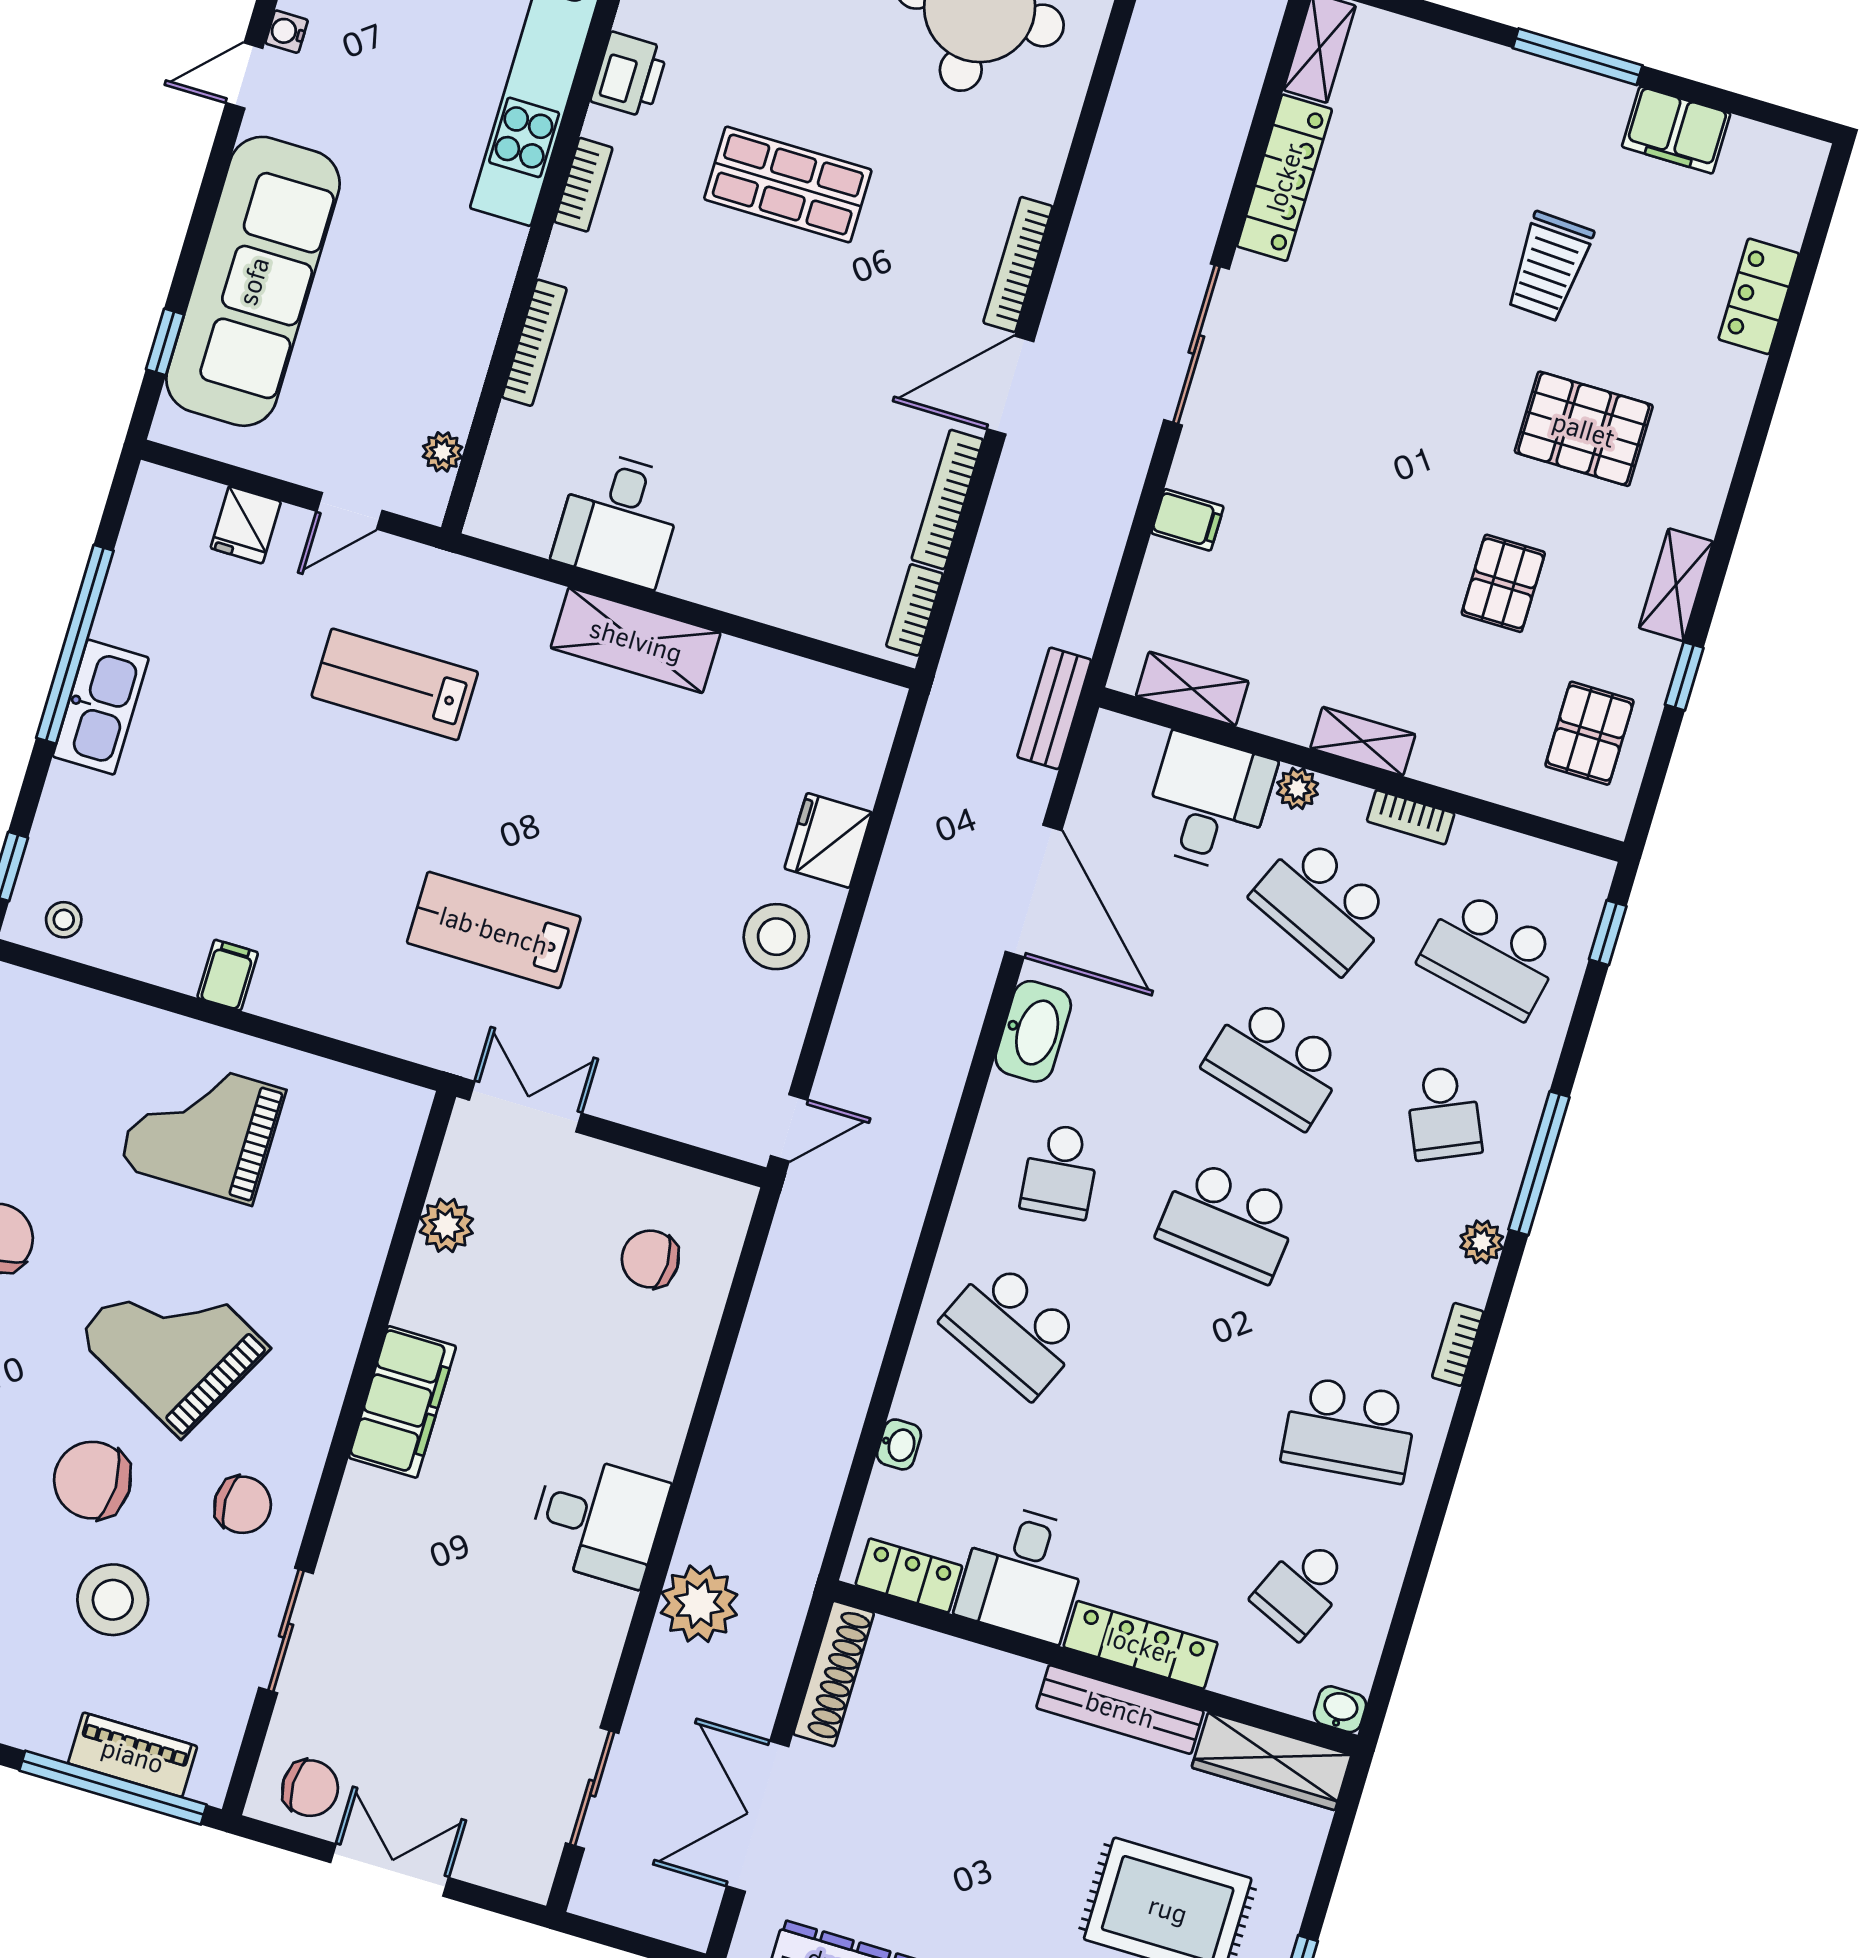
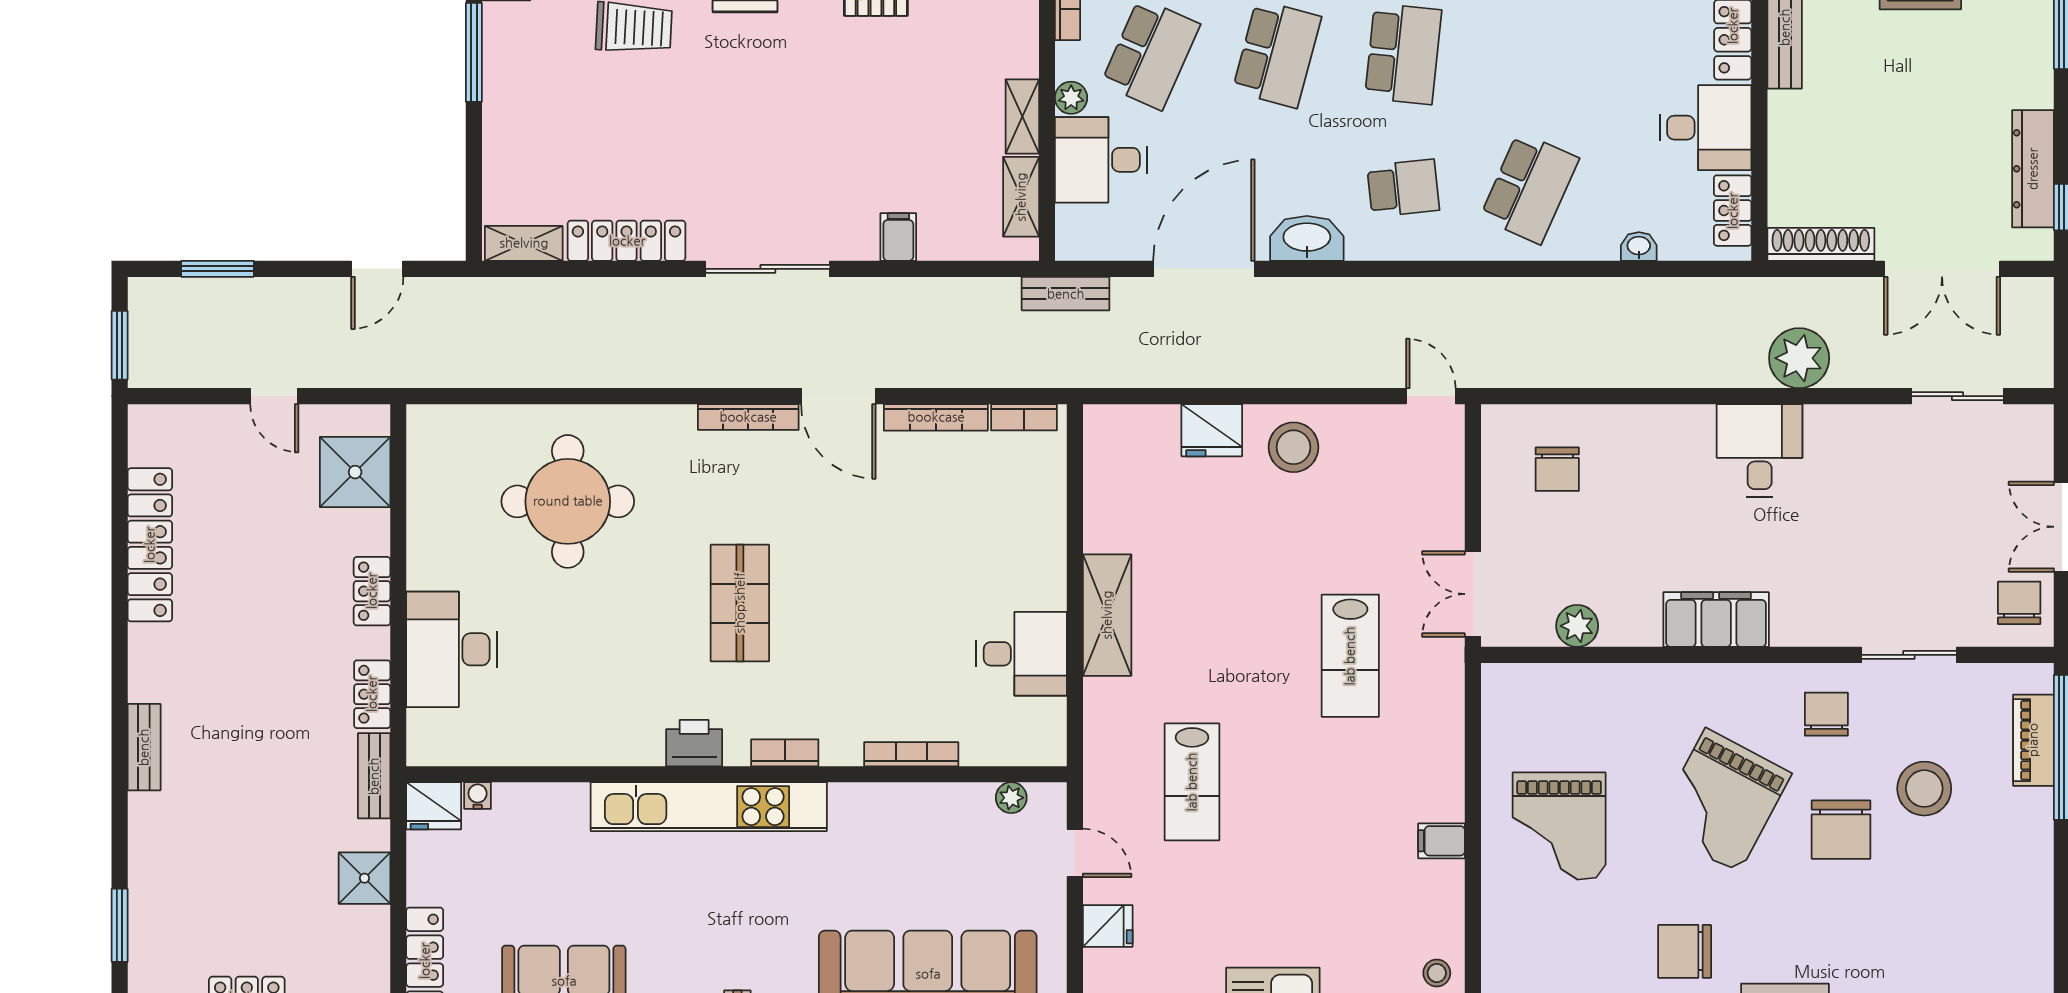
shelving: (1363, 741) -> (1022, 116), moved

